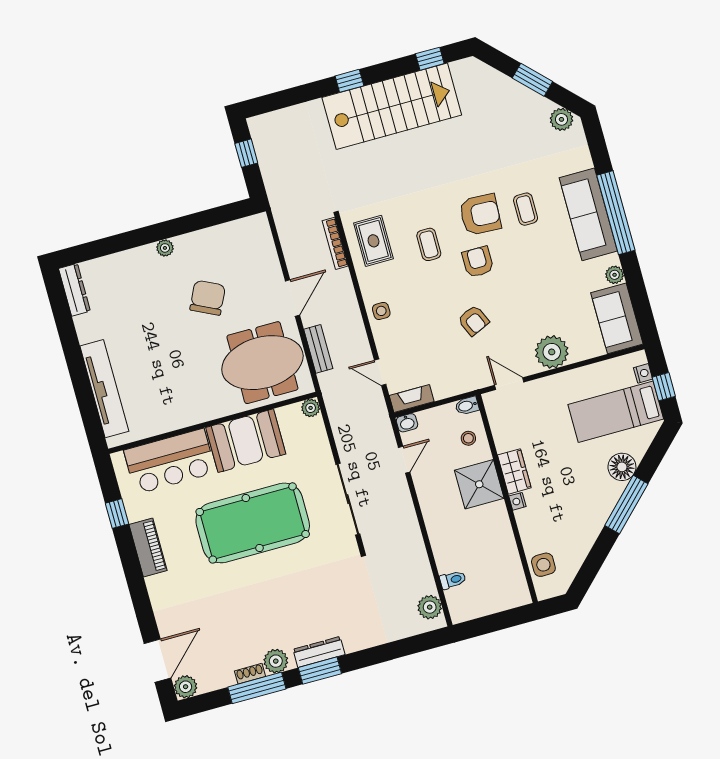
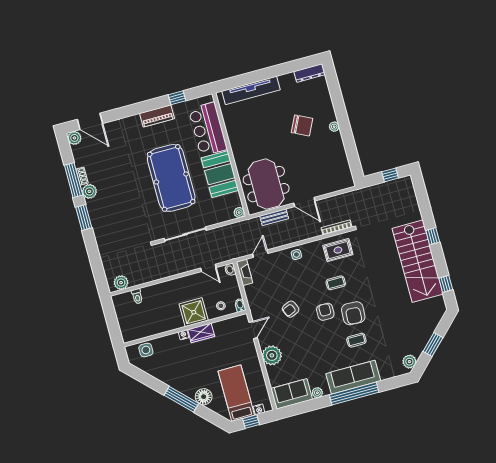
armchair: (478, 262) -> (325, 312), turned -90
chair: (208, 298) -> (302, 125), moved
dresser: (319, 652) -> (95, 217), removed

